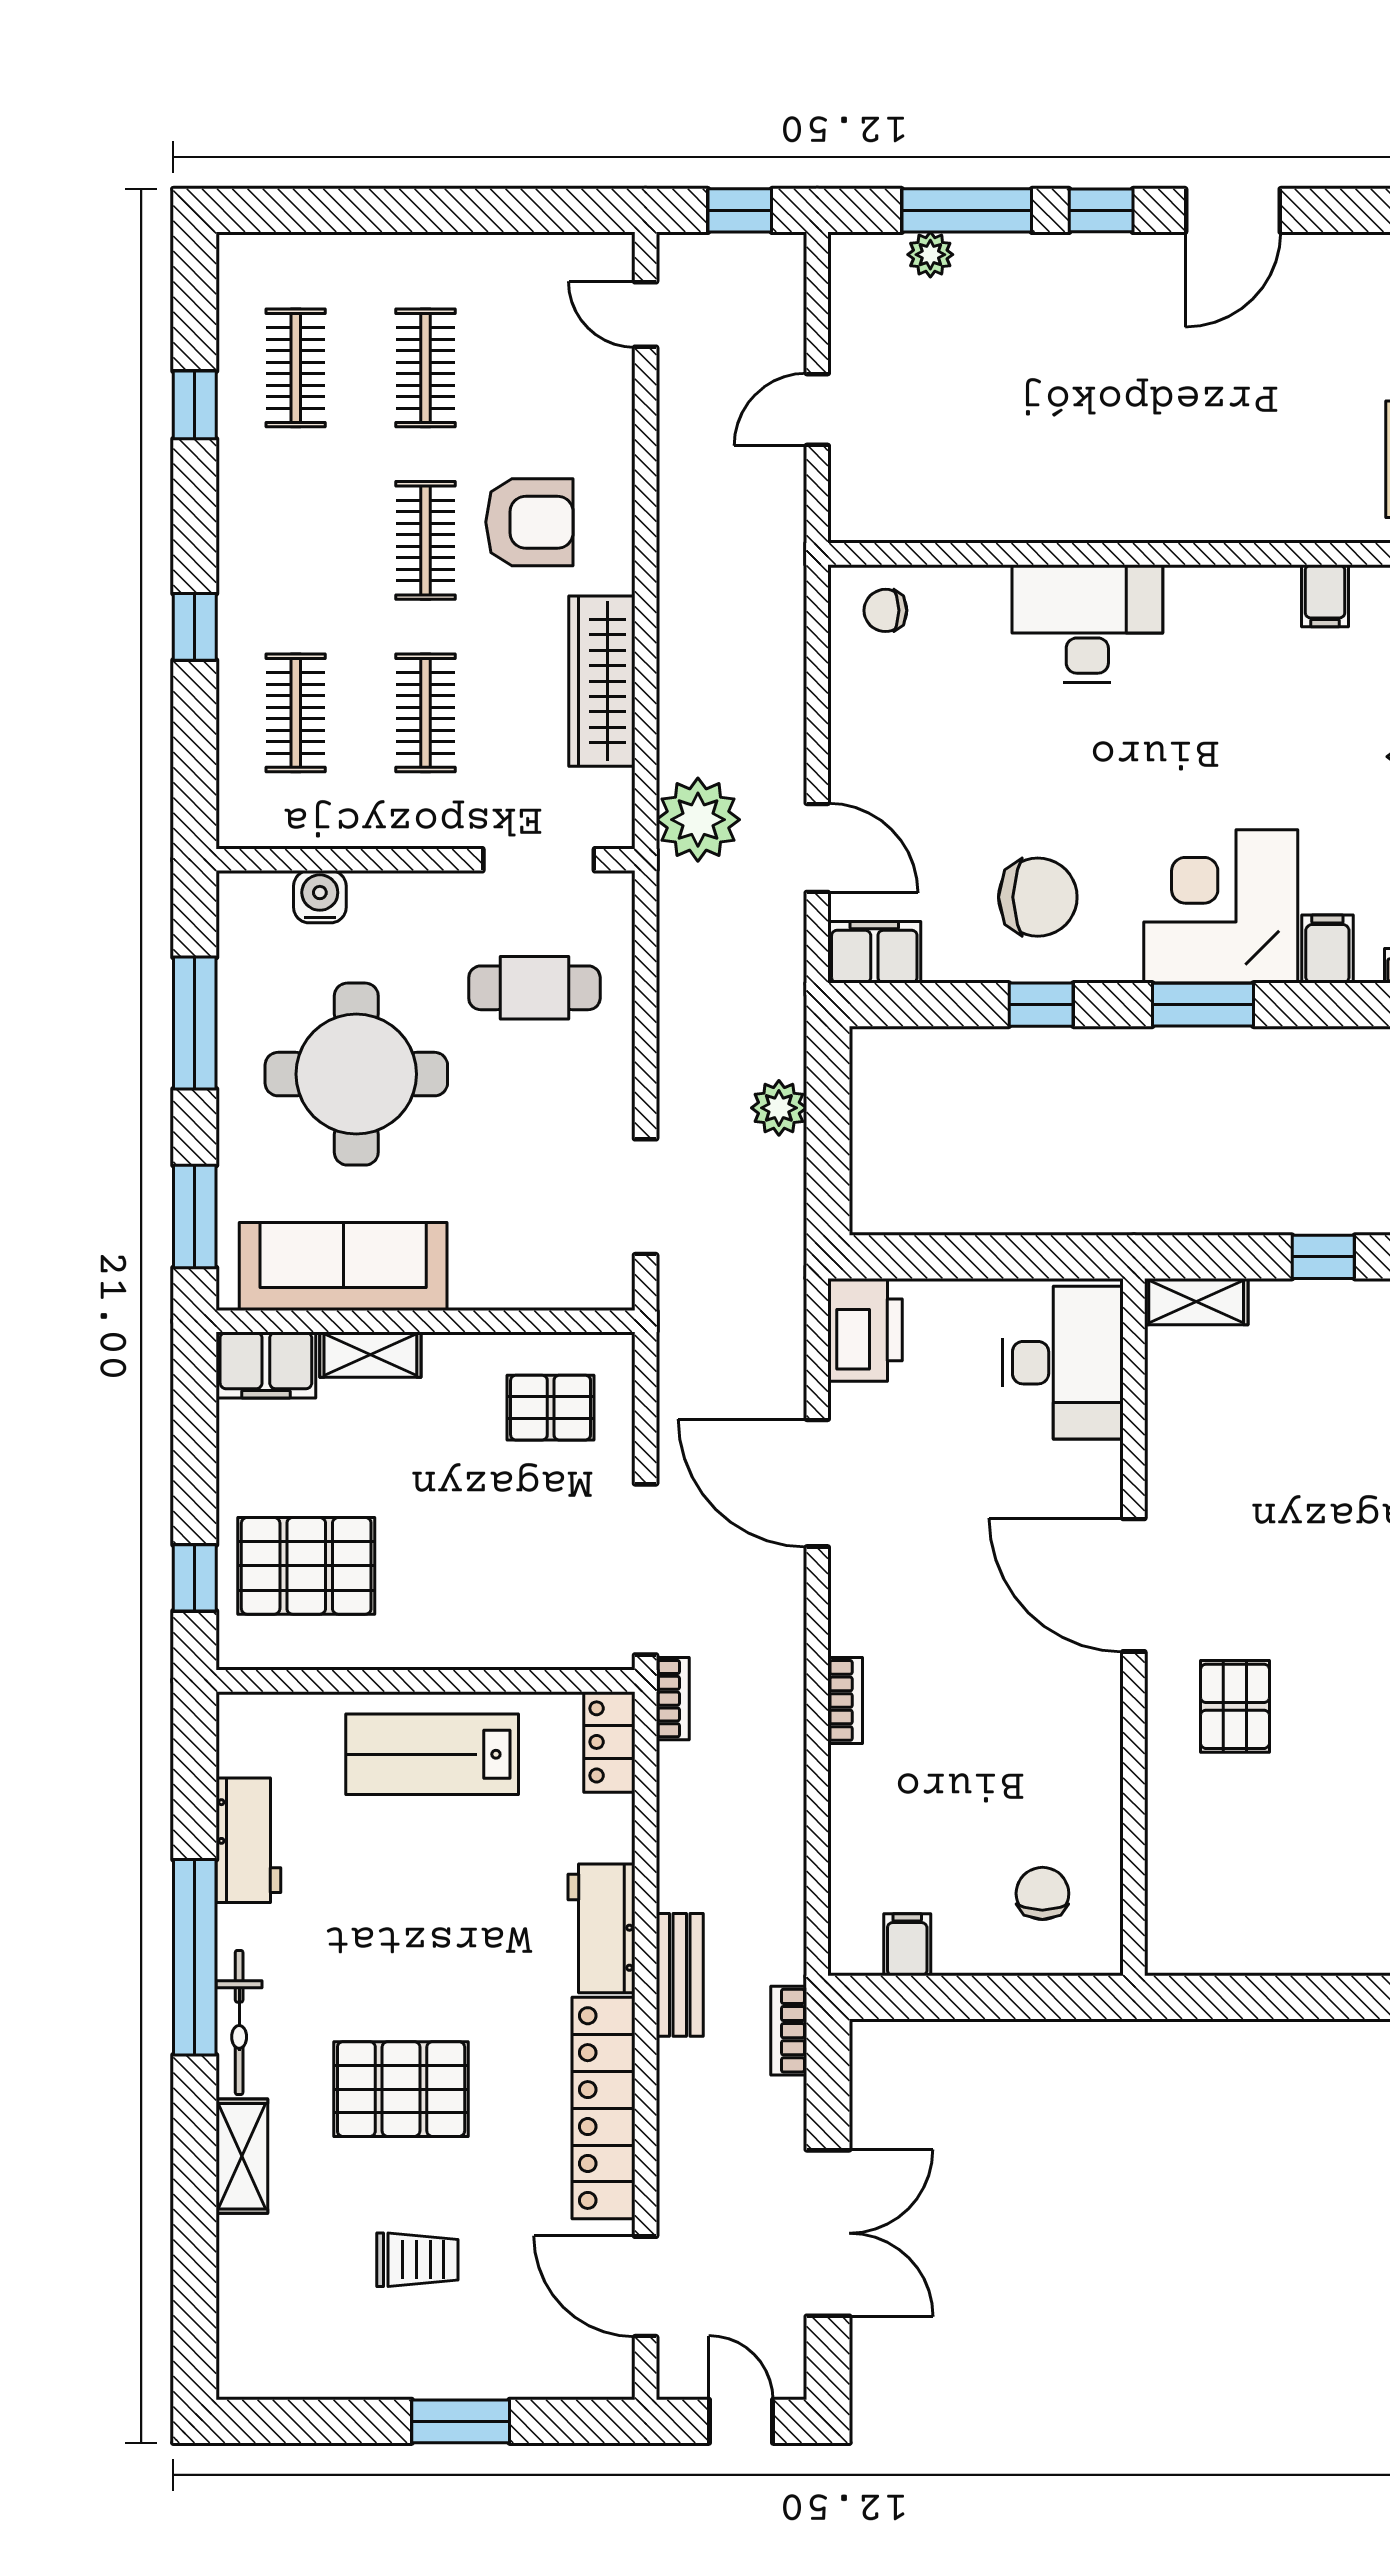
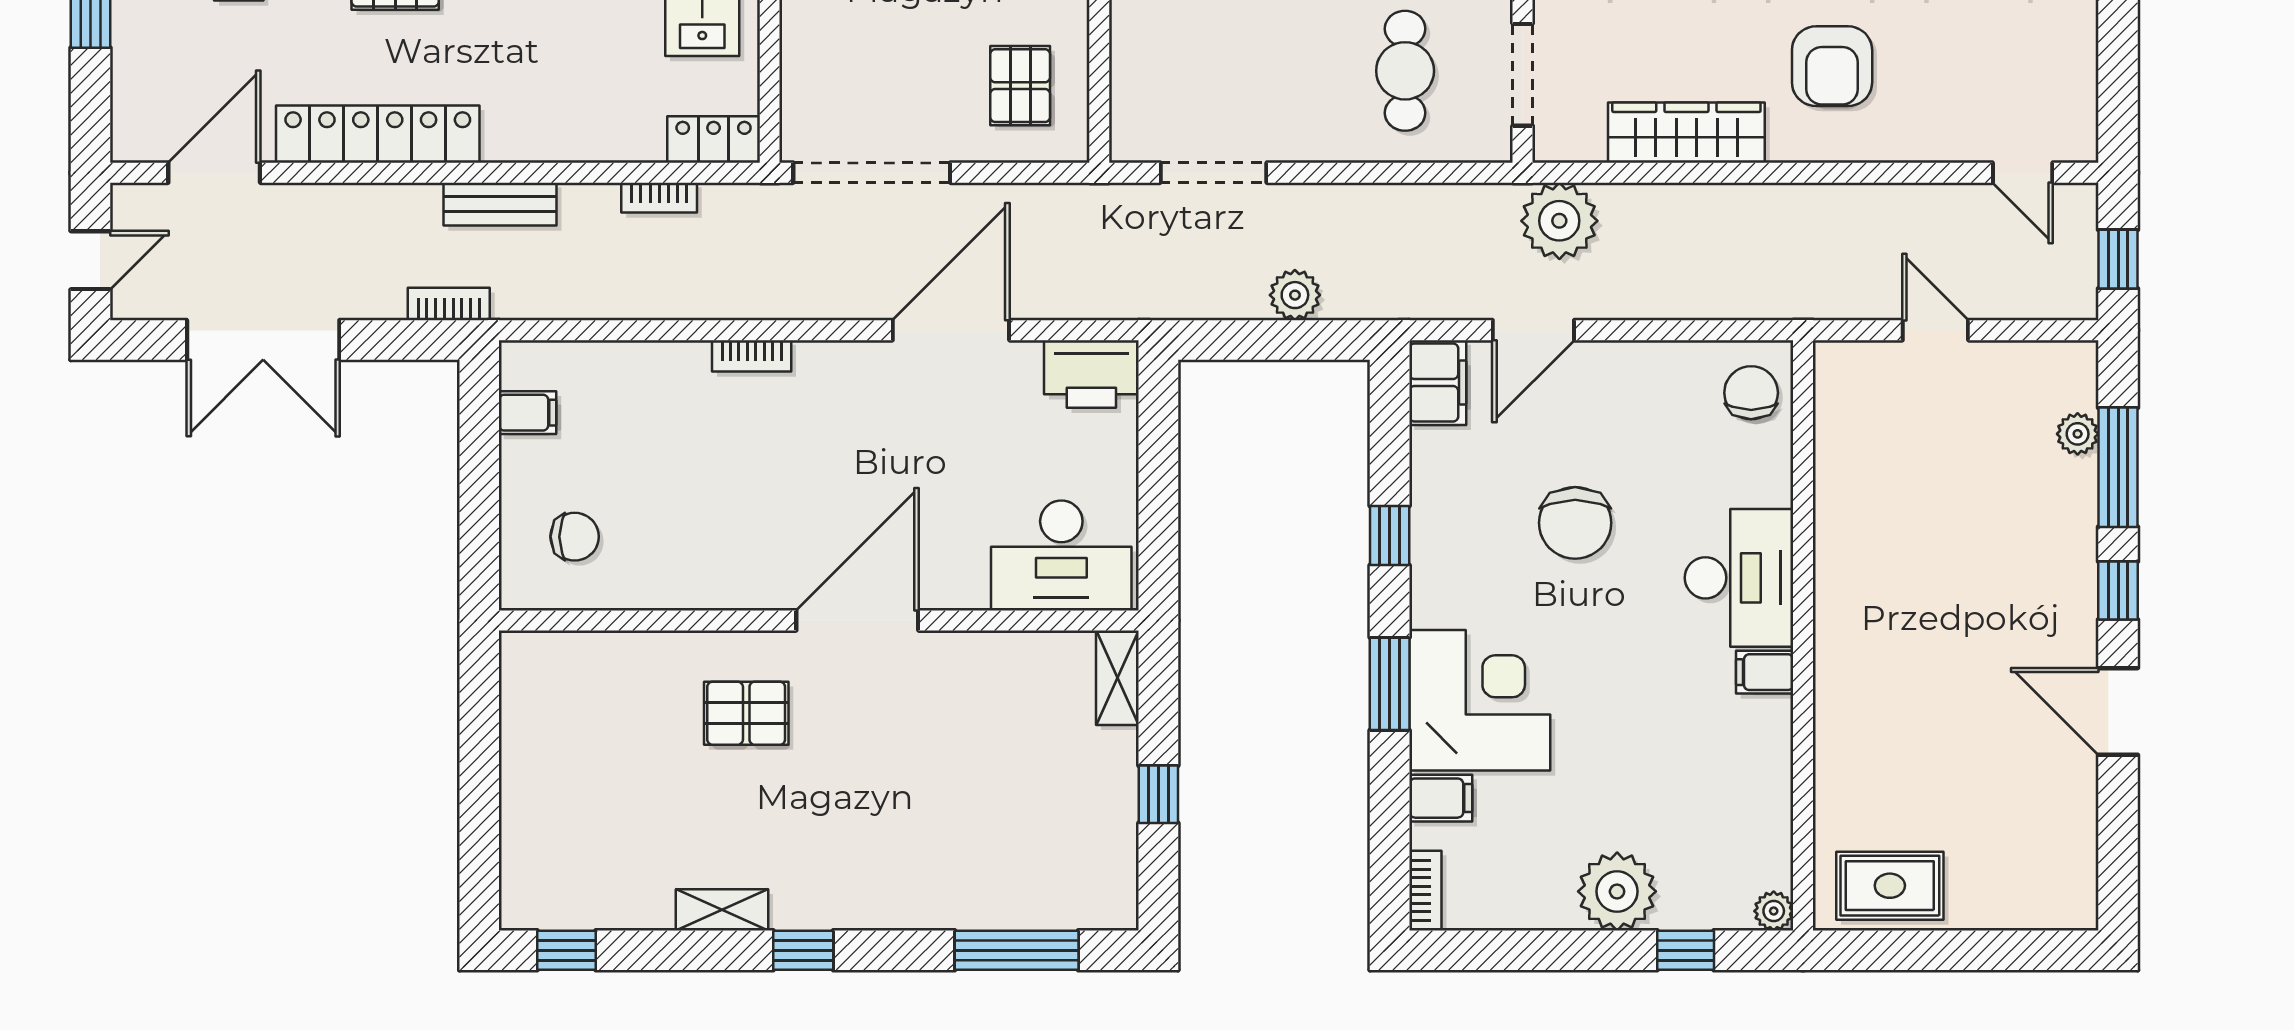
door: (646, 314) -> (2023, 173), swing flipped
filing cabinet: (1325, 596) -> (1765, 672), moved
chair: (885, 610) -> (1751, 393), width x1.37, depth x1.37
chair: (1038, 897) -> (1575, 523), moved
bookcase: (673, 1699) -> (659, 198), moved
workbench: (601, 1928) -> (543, 132), removed

